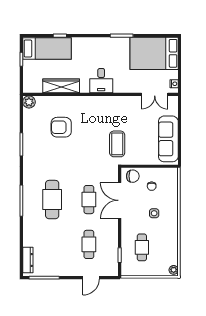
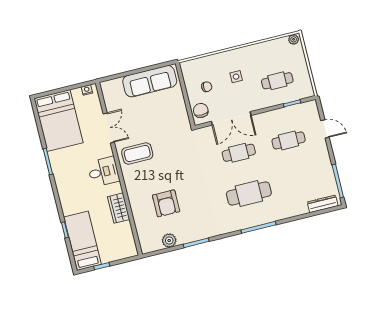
wardrobe: (61, 86) -> (119, 208), width x0.67
double door: (155, 94) -> (109, 128), moved
plant: (29, 102) -> (169, 240), moved
coffee table: (117, 144) -> (137, 154), moved

